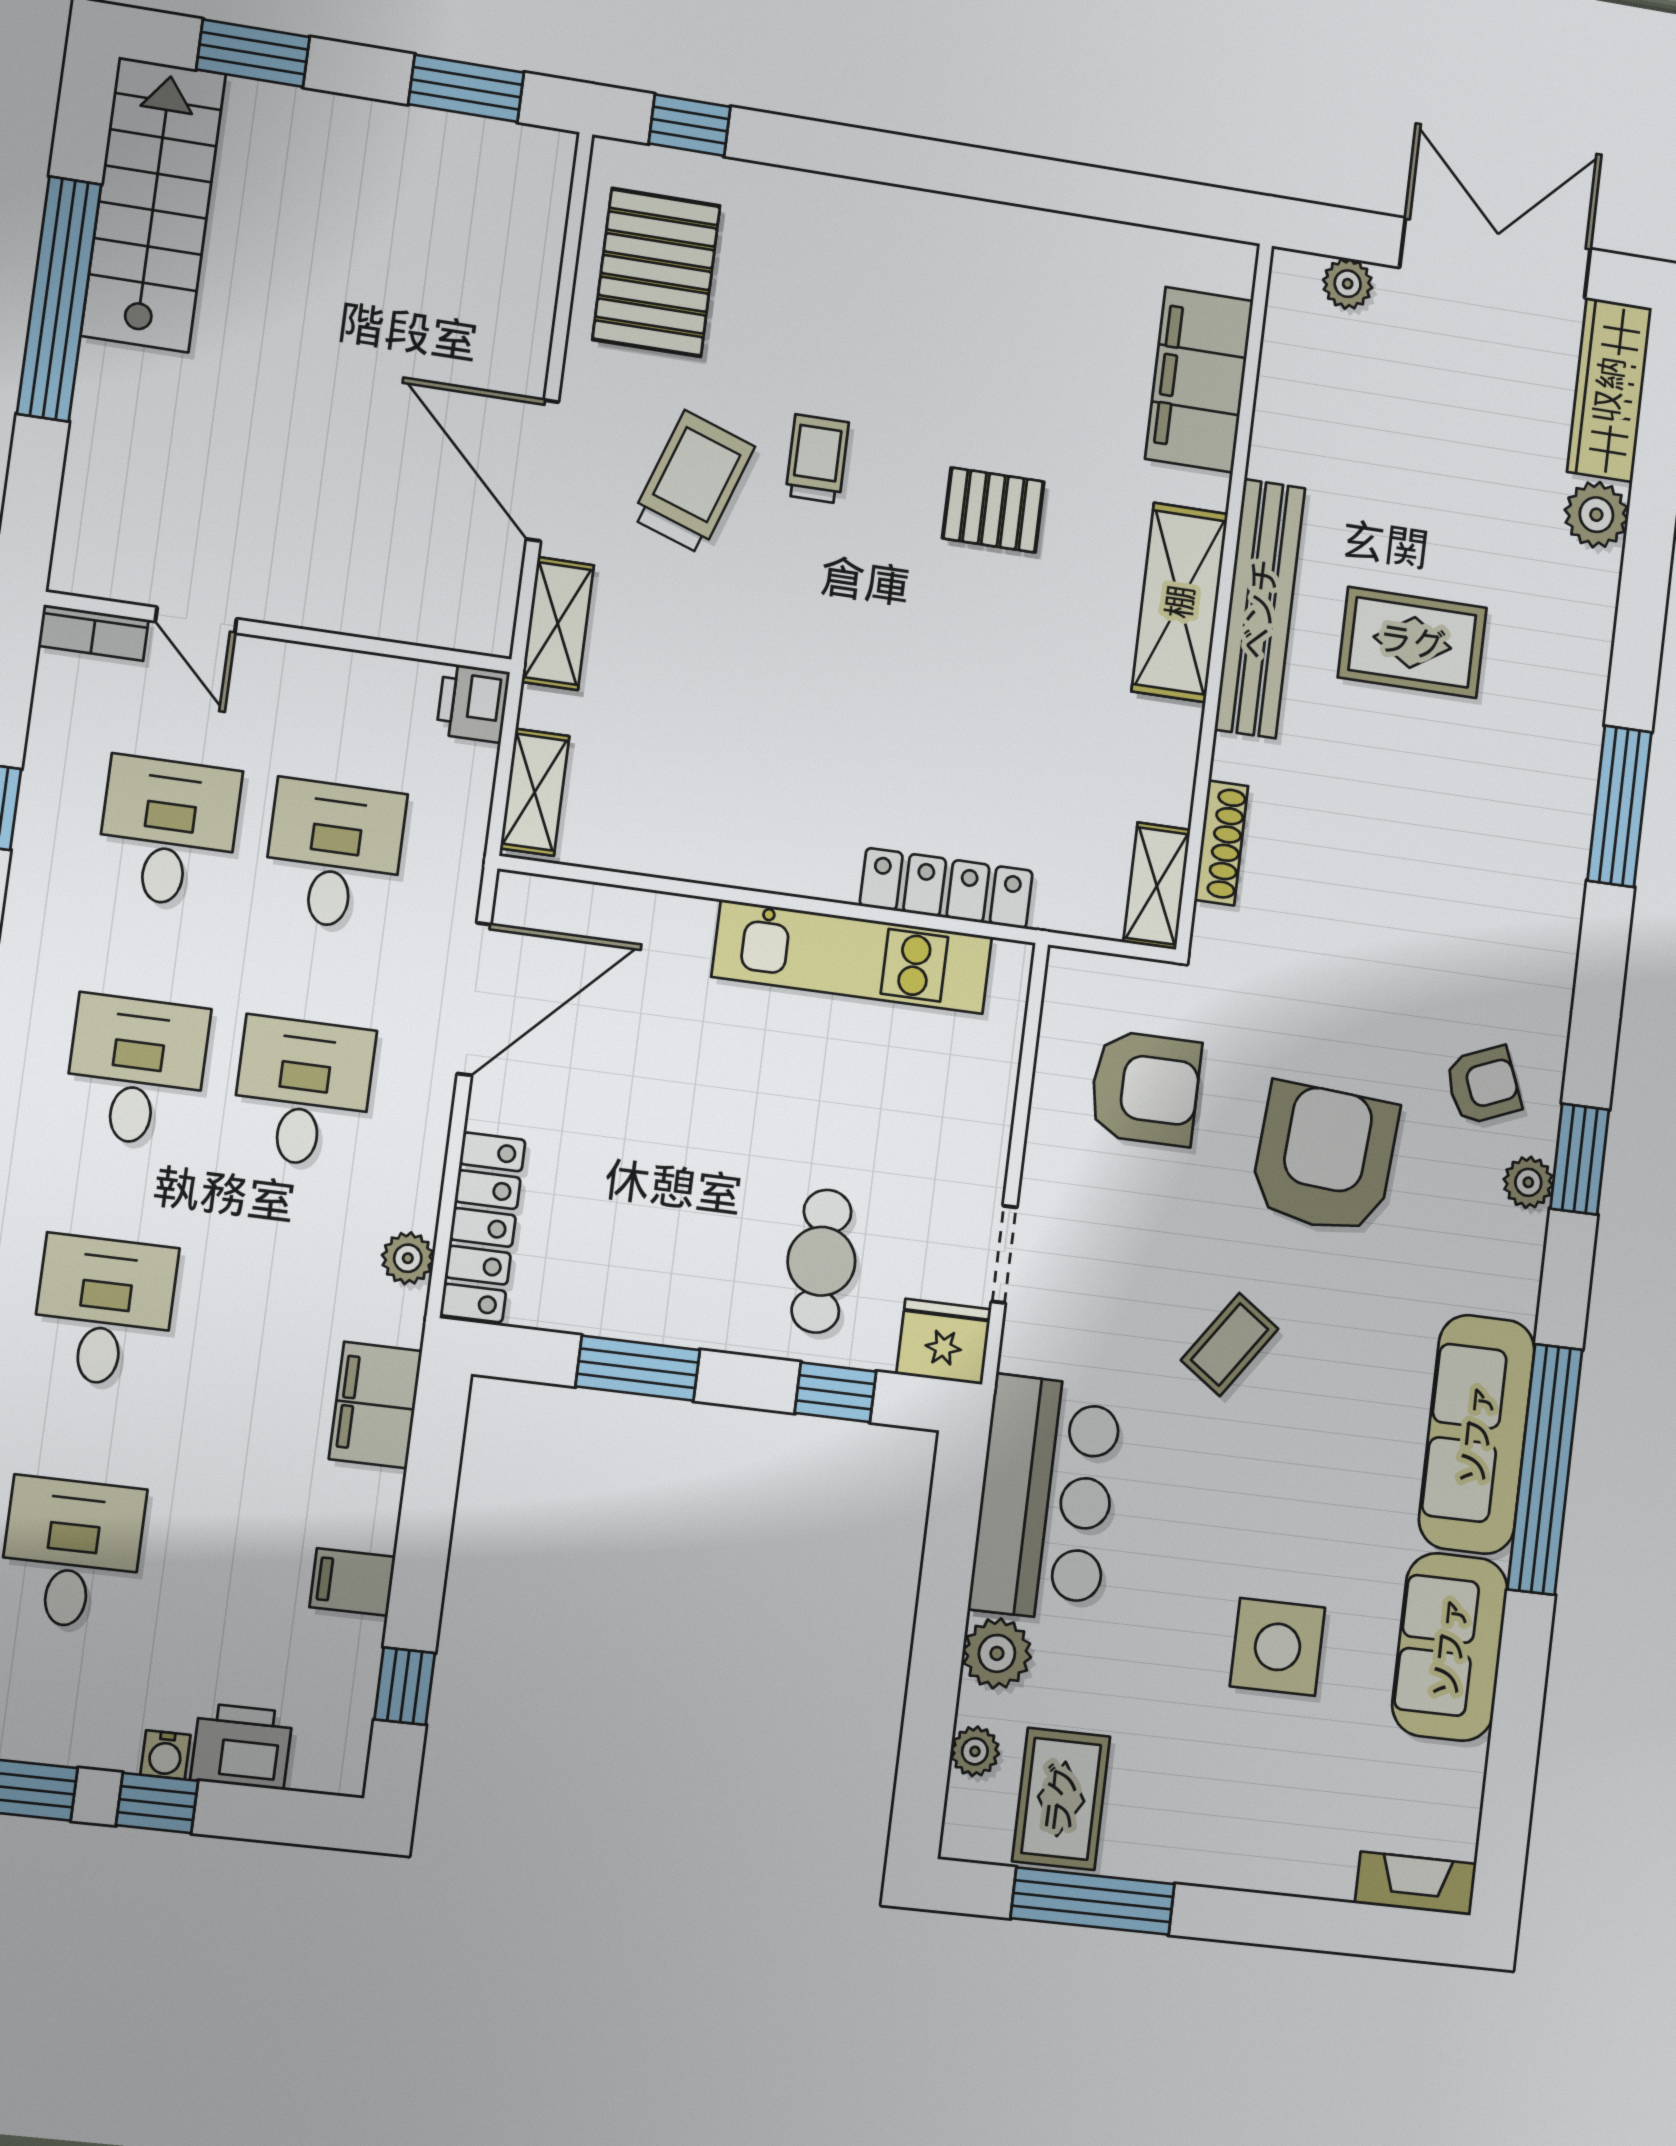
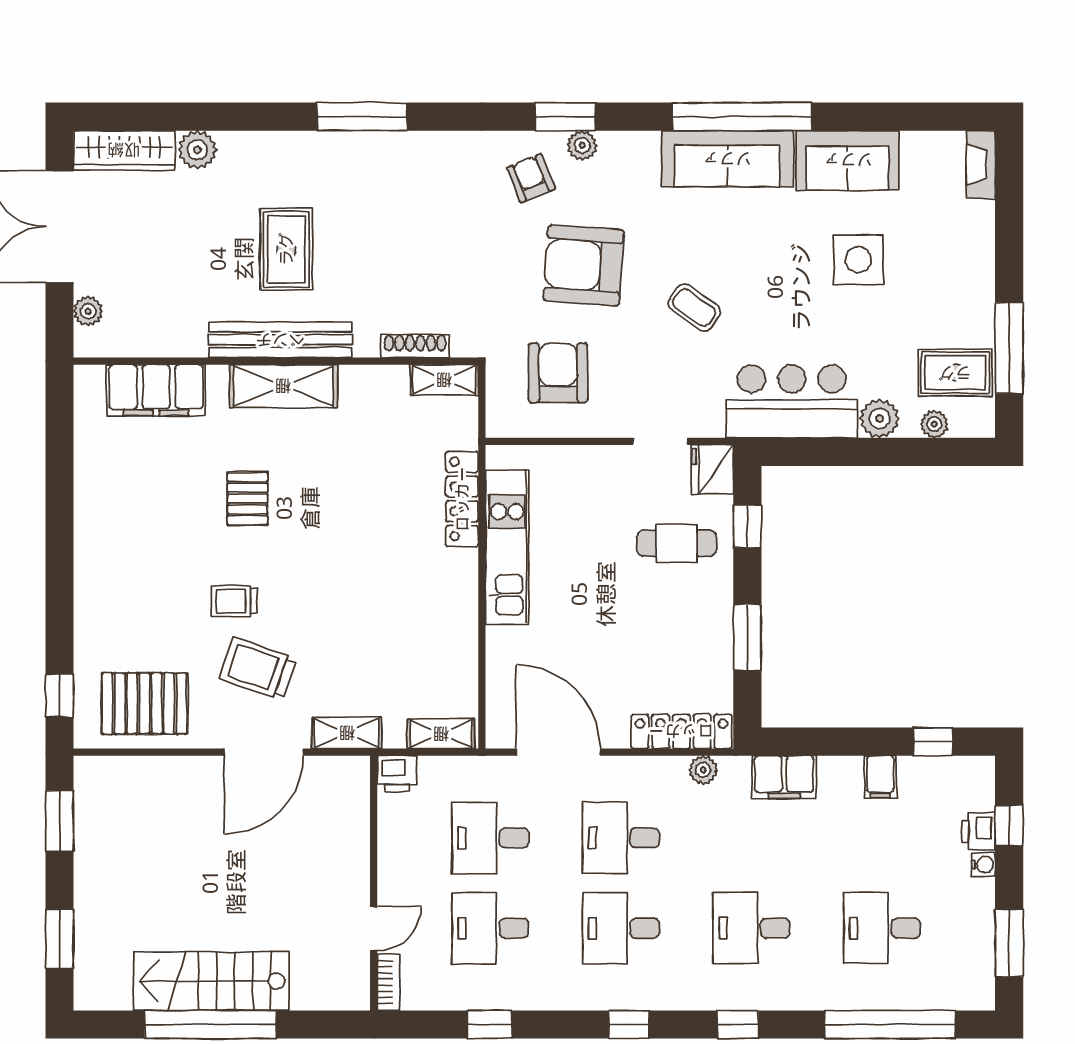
stairs: (153, 204) -> (211, 981), moved
printer: (242, 1746) -> (978, 831), width x0.73, depth x0.81
window: (157, 1803) -> (1009, 825), moved

